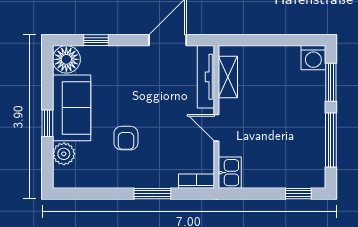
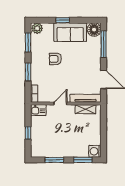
window: (96, 40) -> (104, 44), width x2.17
window: (331, 140) -> (54, 160), width x0.69
plant: (64, 154) -> (37, 28), moved
window: (93, 194) -> (28, 42), added
window: (298, 194) -> (28, 133), moved

